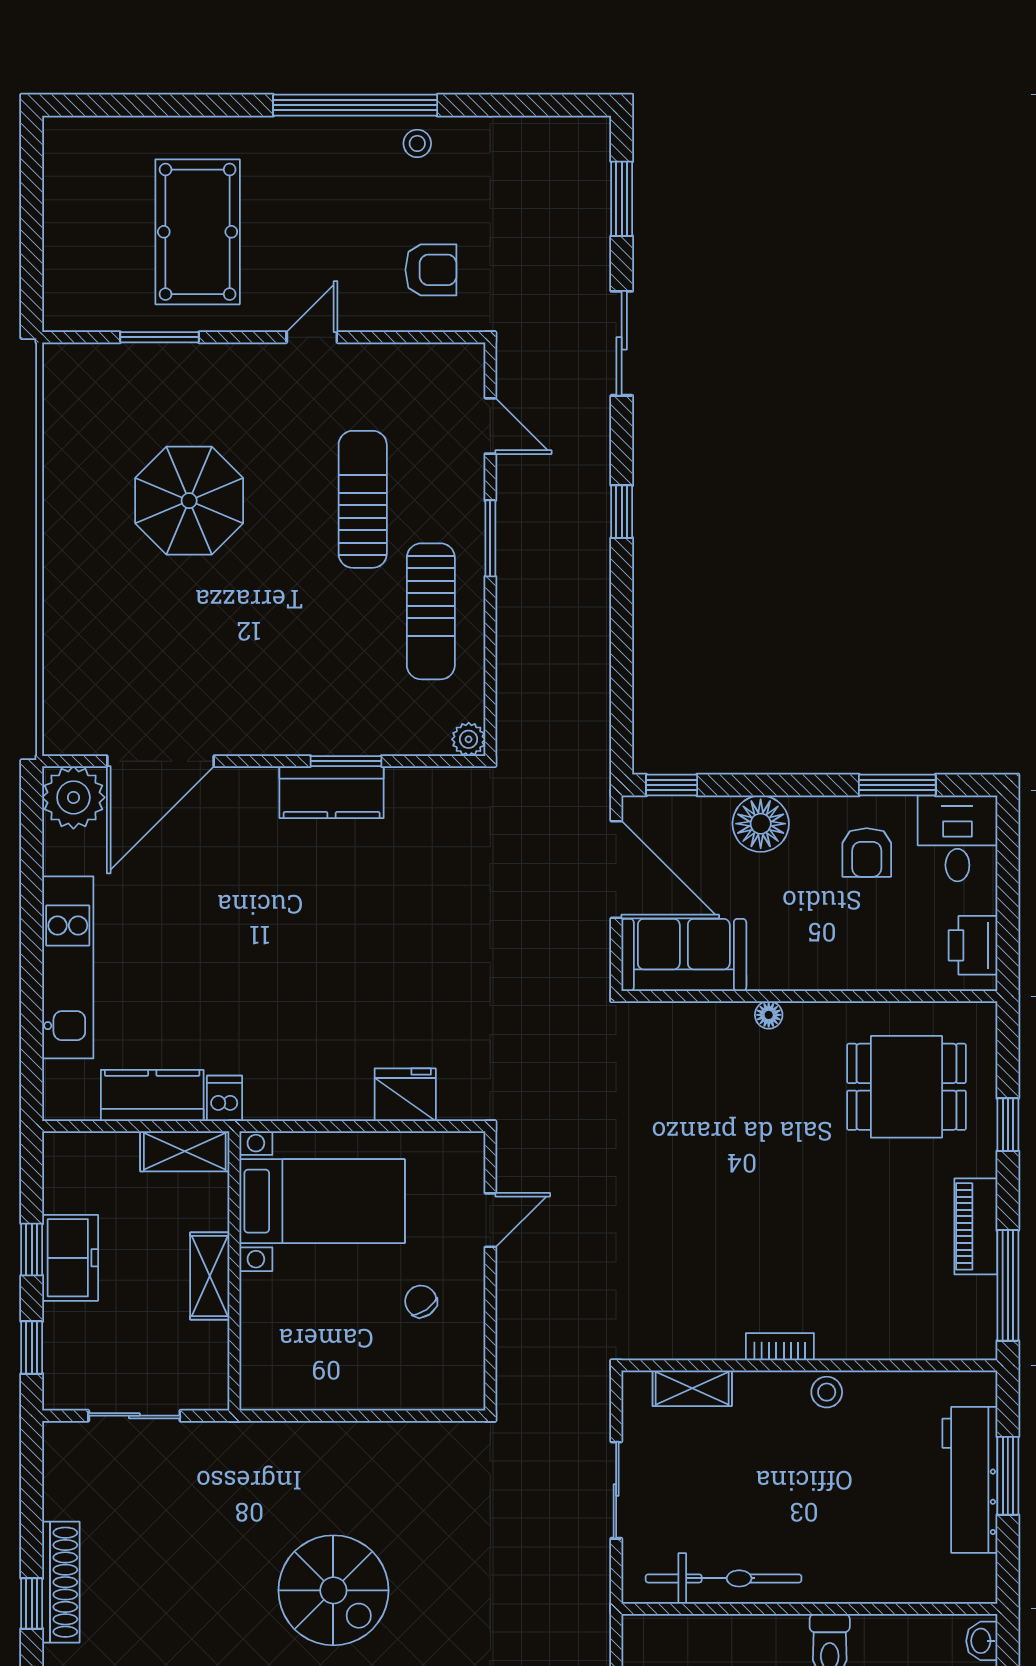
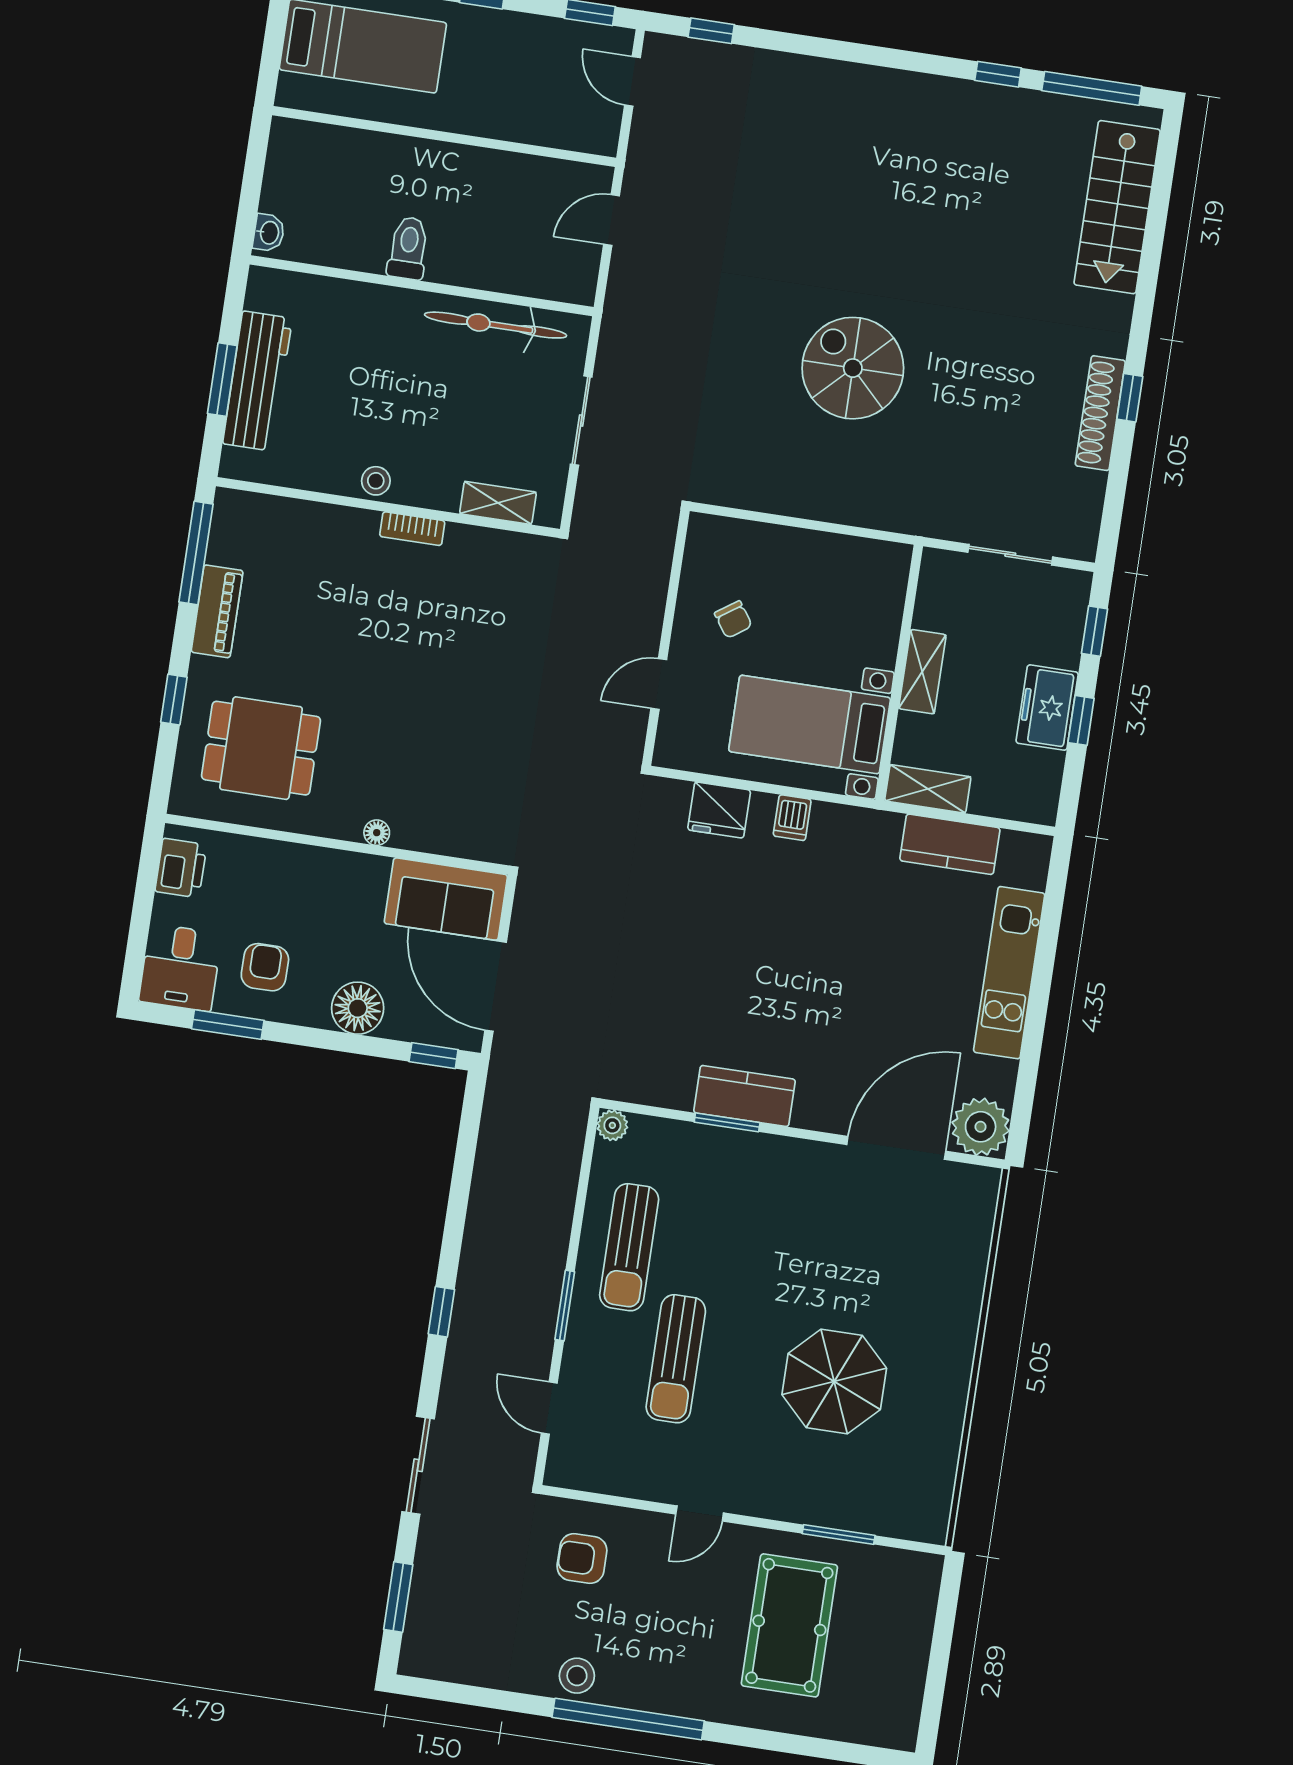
stool: (417, 143) -> (577, 1676), width x1.37, depth x1.37
sun lounger: (431, 611) -> (629, 1247), turned 180
dishwasher: (225, 1098) -> (792, 818), moved

